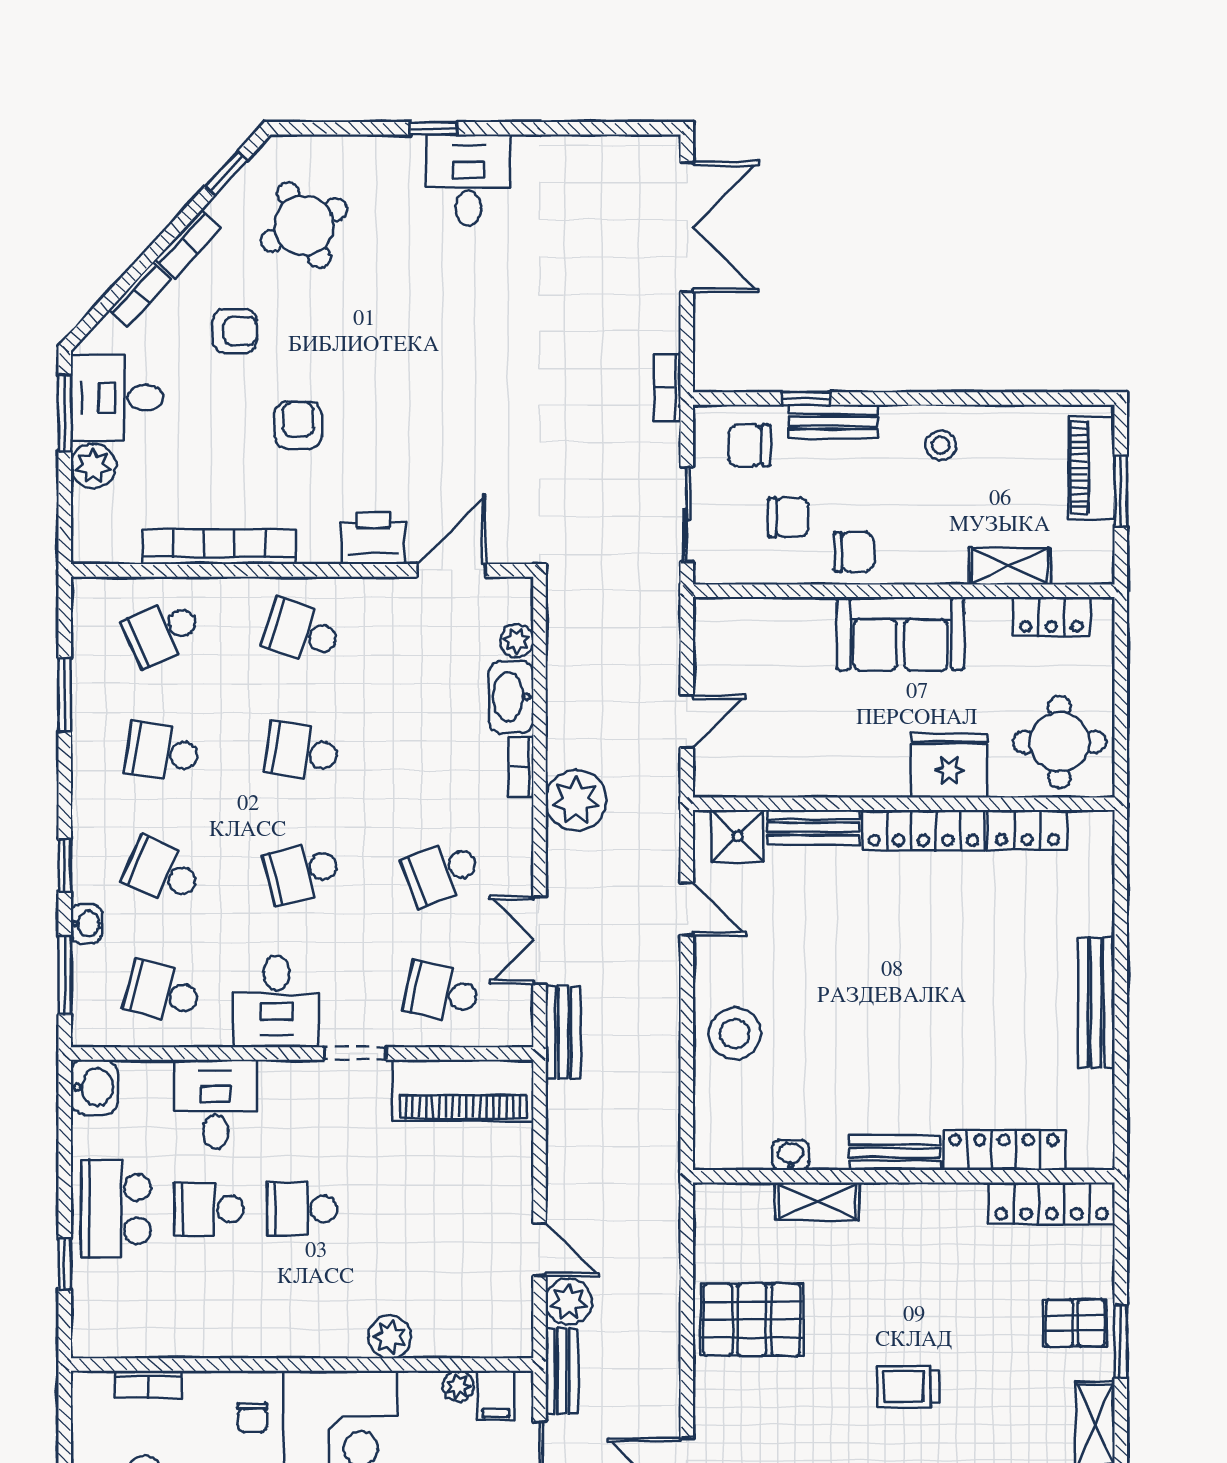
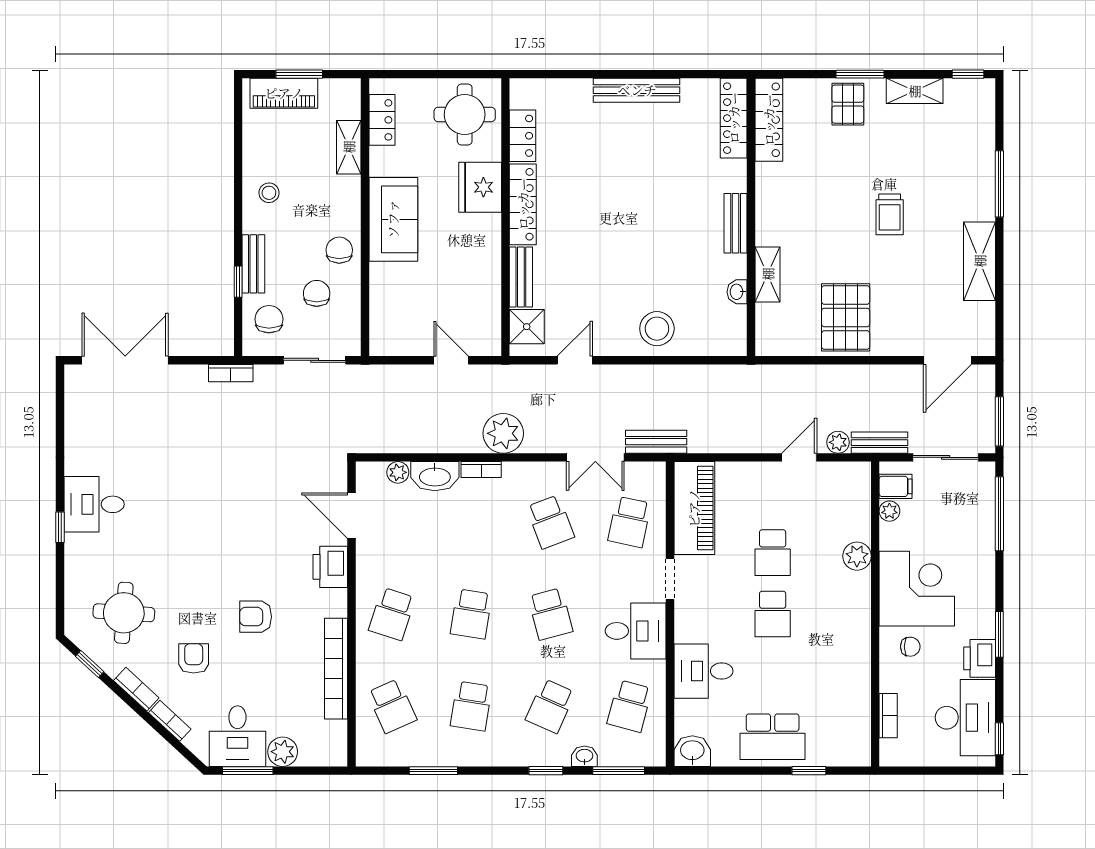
round table: (304, 225) -> (124, 613), turned 30
chair: (749, 445) -> (269, 319), turned 180
locker: (1004, 1150) -> (734, 118), moved
school desk: (209, 1209) -> (773, 553), moved
plant: (569, 1302) -> (838, 442), width x0.73, depth x0.73

